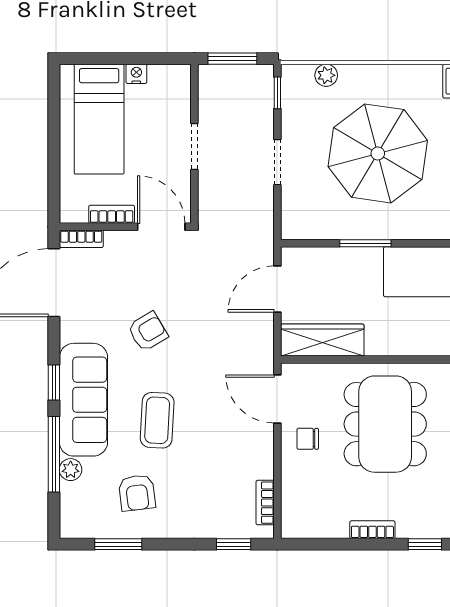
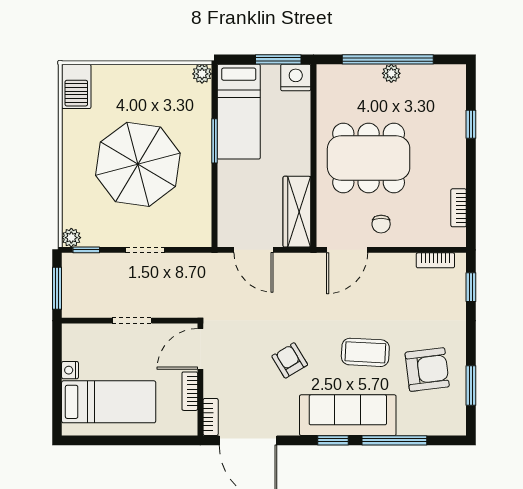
plant: (326, 75) -> (71, 238), moved
window: (365, 243) -> (214, 141), moved
plant: (71, 470) -> (407, 426), removed
armchair: (137, 493) -> (427, 370), width x1.38, depth x1.38
bookcase: (372, 530) -> (459, 208), moved

